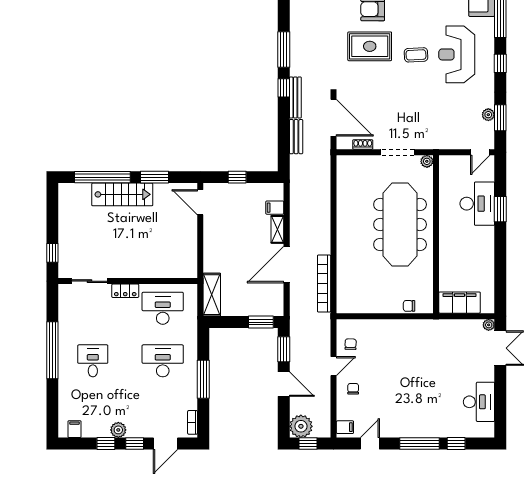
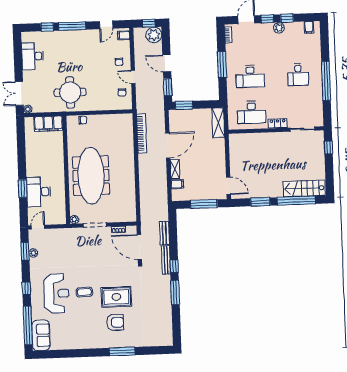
window: (237, 177) -> (204, 204), width x2.17
stairs: (122, 194) -> (304, 188), moved
round table: (426, 347) -> (70, 92), added
door: (333, 366) -> (133, 77), hinge flipped

